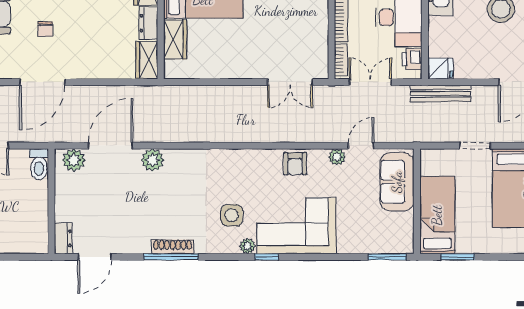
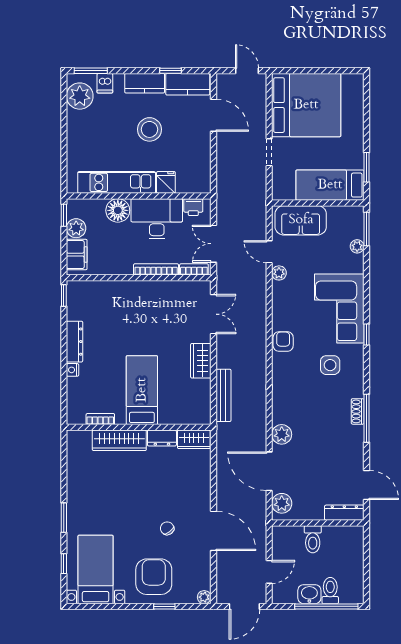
chair: (45, 29) -> (167, 528), turned -127
wardrobe: (175, 39) -> (201, 361), moved, turned -90
fridge: (440, 69) -> (166, 182), moved
bench: (440, 93) -> (223, 395), moved
toilet: (39, 164) -> (313, 539), moved, turned 90
armchair: (295, 164) -> (283, 341), moved, turned -90
dresser: (63, 238) -> (344, 513), width x1.44
plant: (248, 246) -> (357, 246), moved
shoe rack: (173, 247) -> (358, 411), width x0.70

